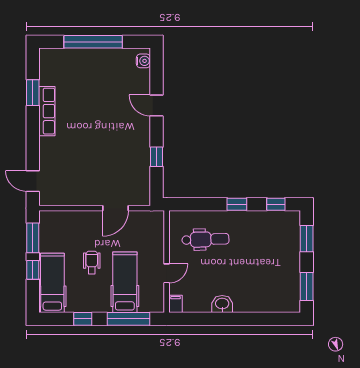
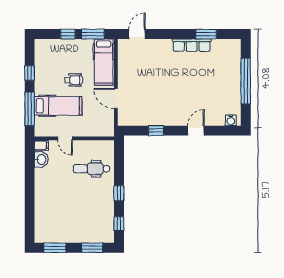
dental chair: (205, 239) -> (92, 169), turned 92
hospital bed: (52, 283) -> (104, 62), moved, turned 90
washbasin: (222, 304) -> (41, 159), moved

